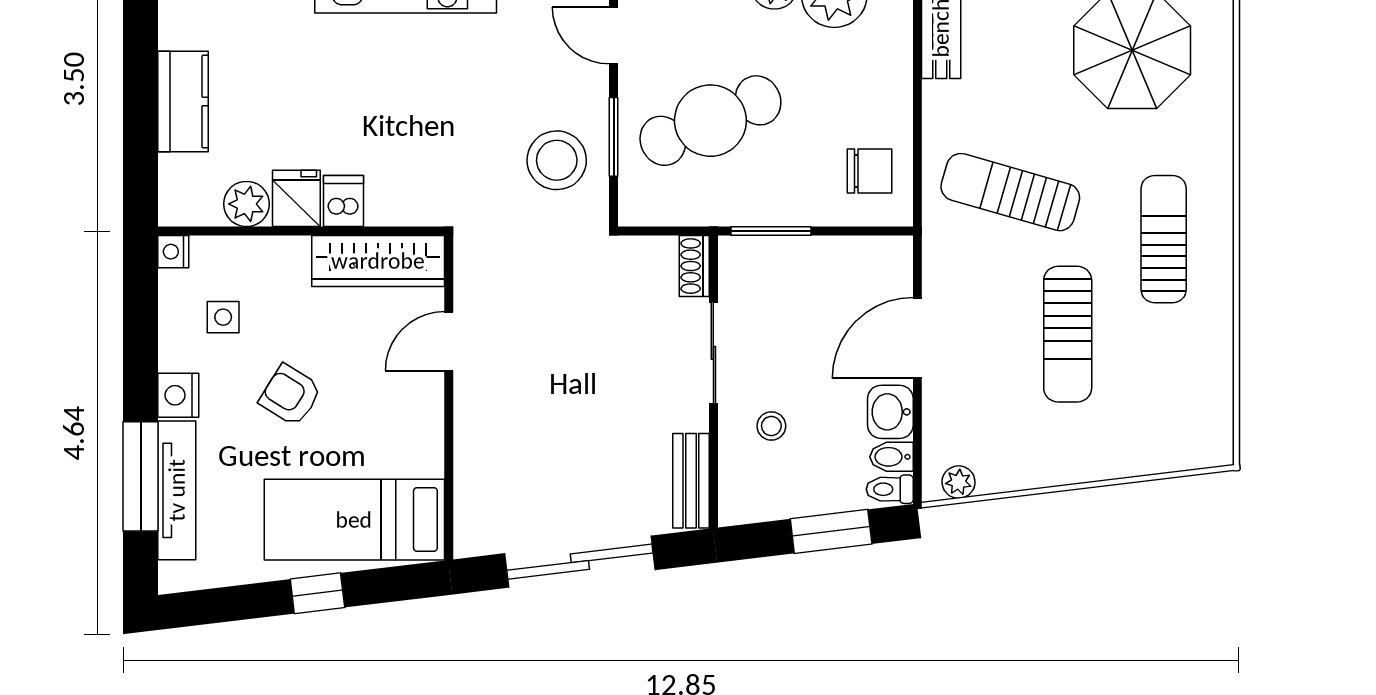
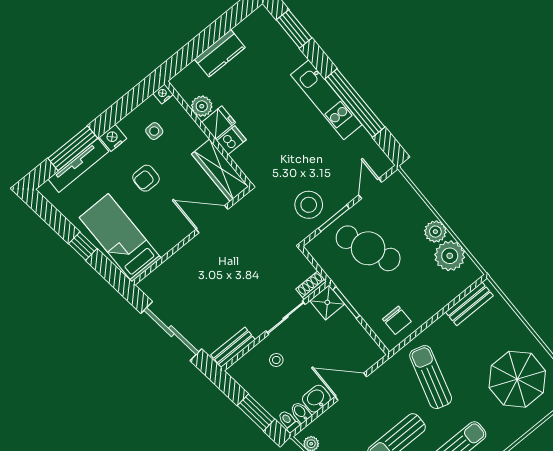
shower: (745, 262) -> (327, 302), added
door: (449, 341) -> (212, 219), width x1.38
armchair: (290, 395) -> (146, 178), turned -122

